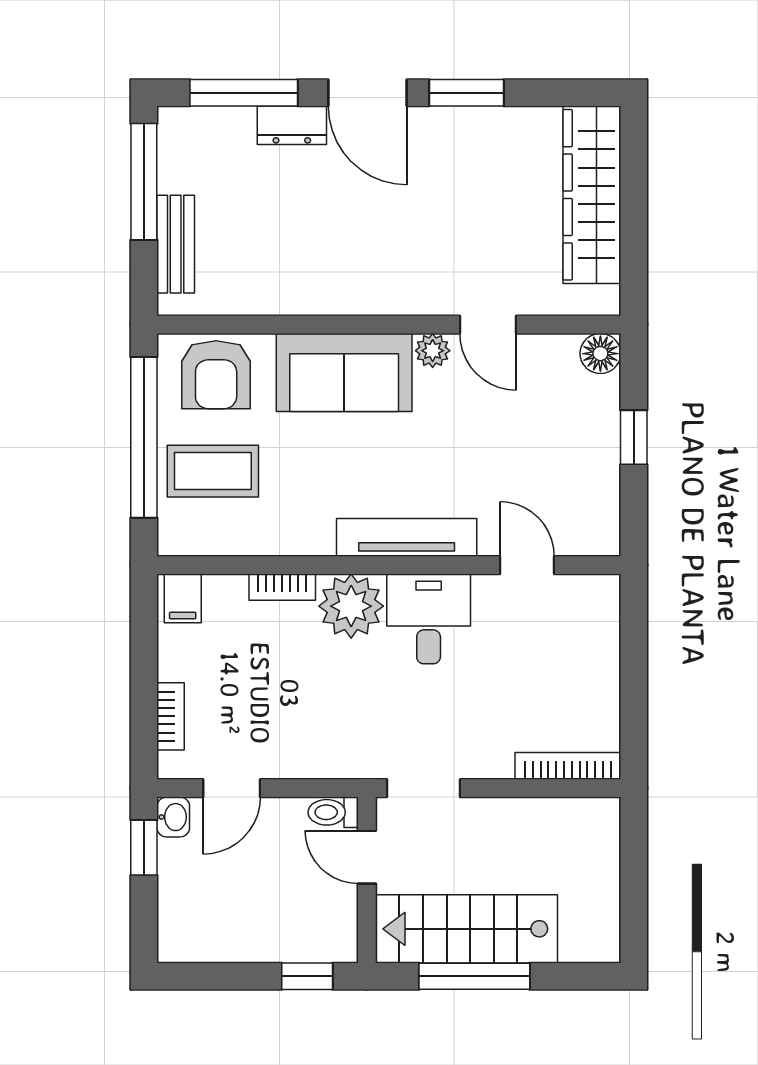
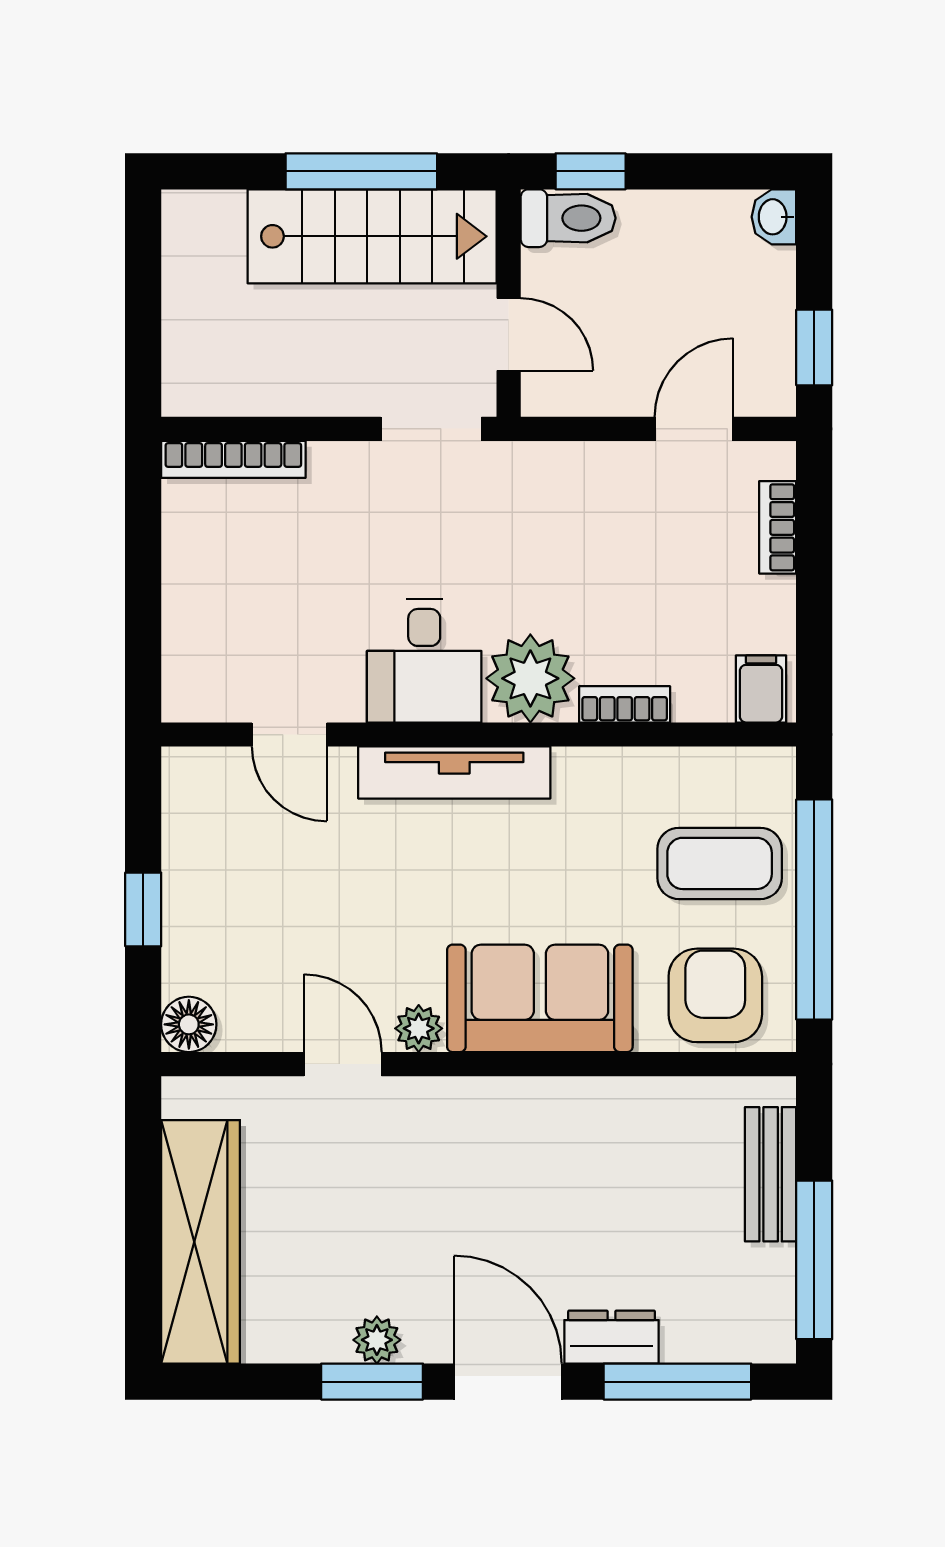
plant: (463, 123) -> (377, 1340), added
toilet: (333, 812) -> (568, 218), moved, width x1.37, depth x1.39
washbasin: (173, 817) -> (774, 217), moved

